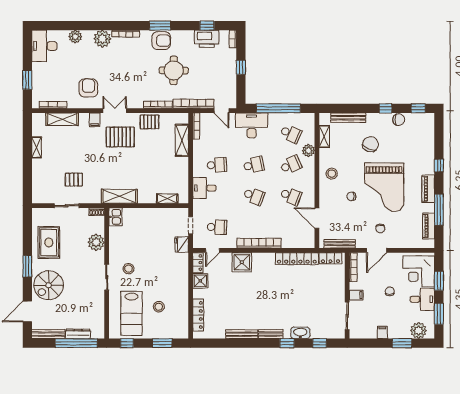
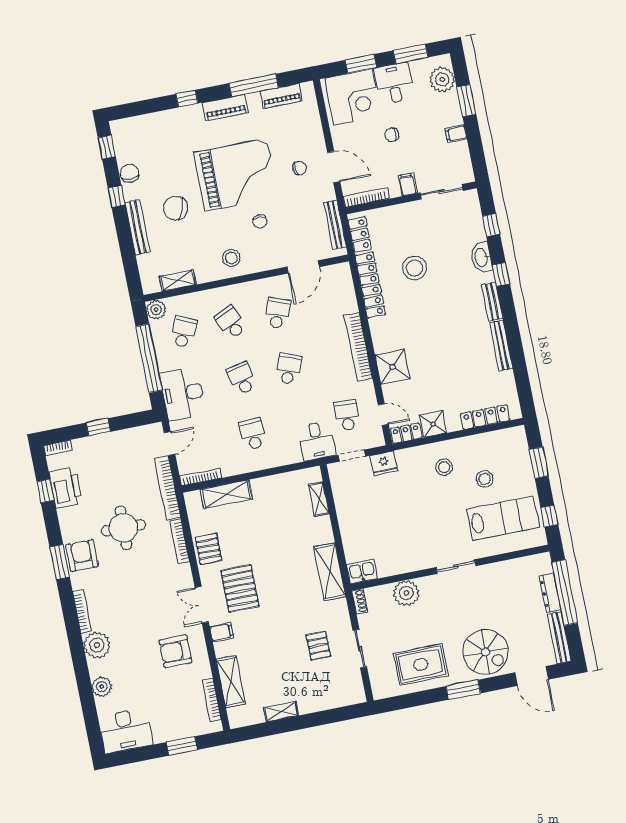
bench: (348, 118) -> (137, 227), moved
plant: (308, 151) -> (156, 310), moved
desk: (204, 188) -> (317, 441), moved
stool: (128, 269) -> (444, 467), moved
stool: (302, 289) -> (414, 268), added

